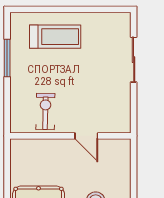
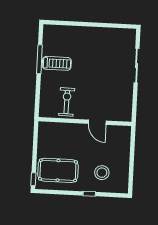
treadmill: (55, 37) -> (57, 63), moved, width x0.73, depth x0.73

